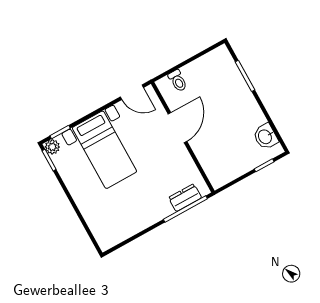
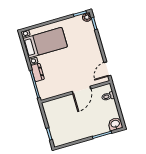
door: (177, 128) -> (82, 90), hinge flipped
washbasin: (265, 137) -> (115, 124), moved
bed with nightstands: (104, 150) -> (45, 43), moved, turned 180
dresser: (185, 198) -> (37, 72), moved

